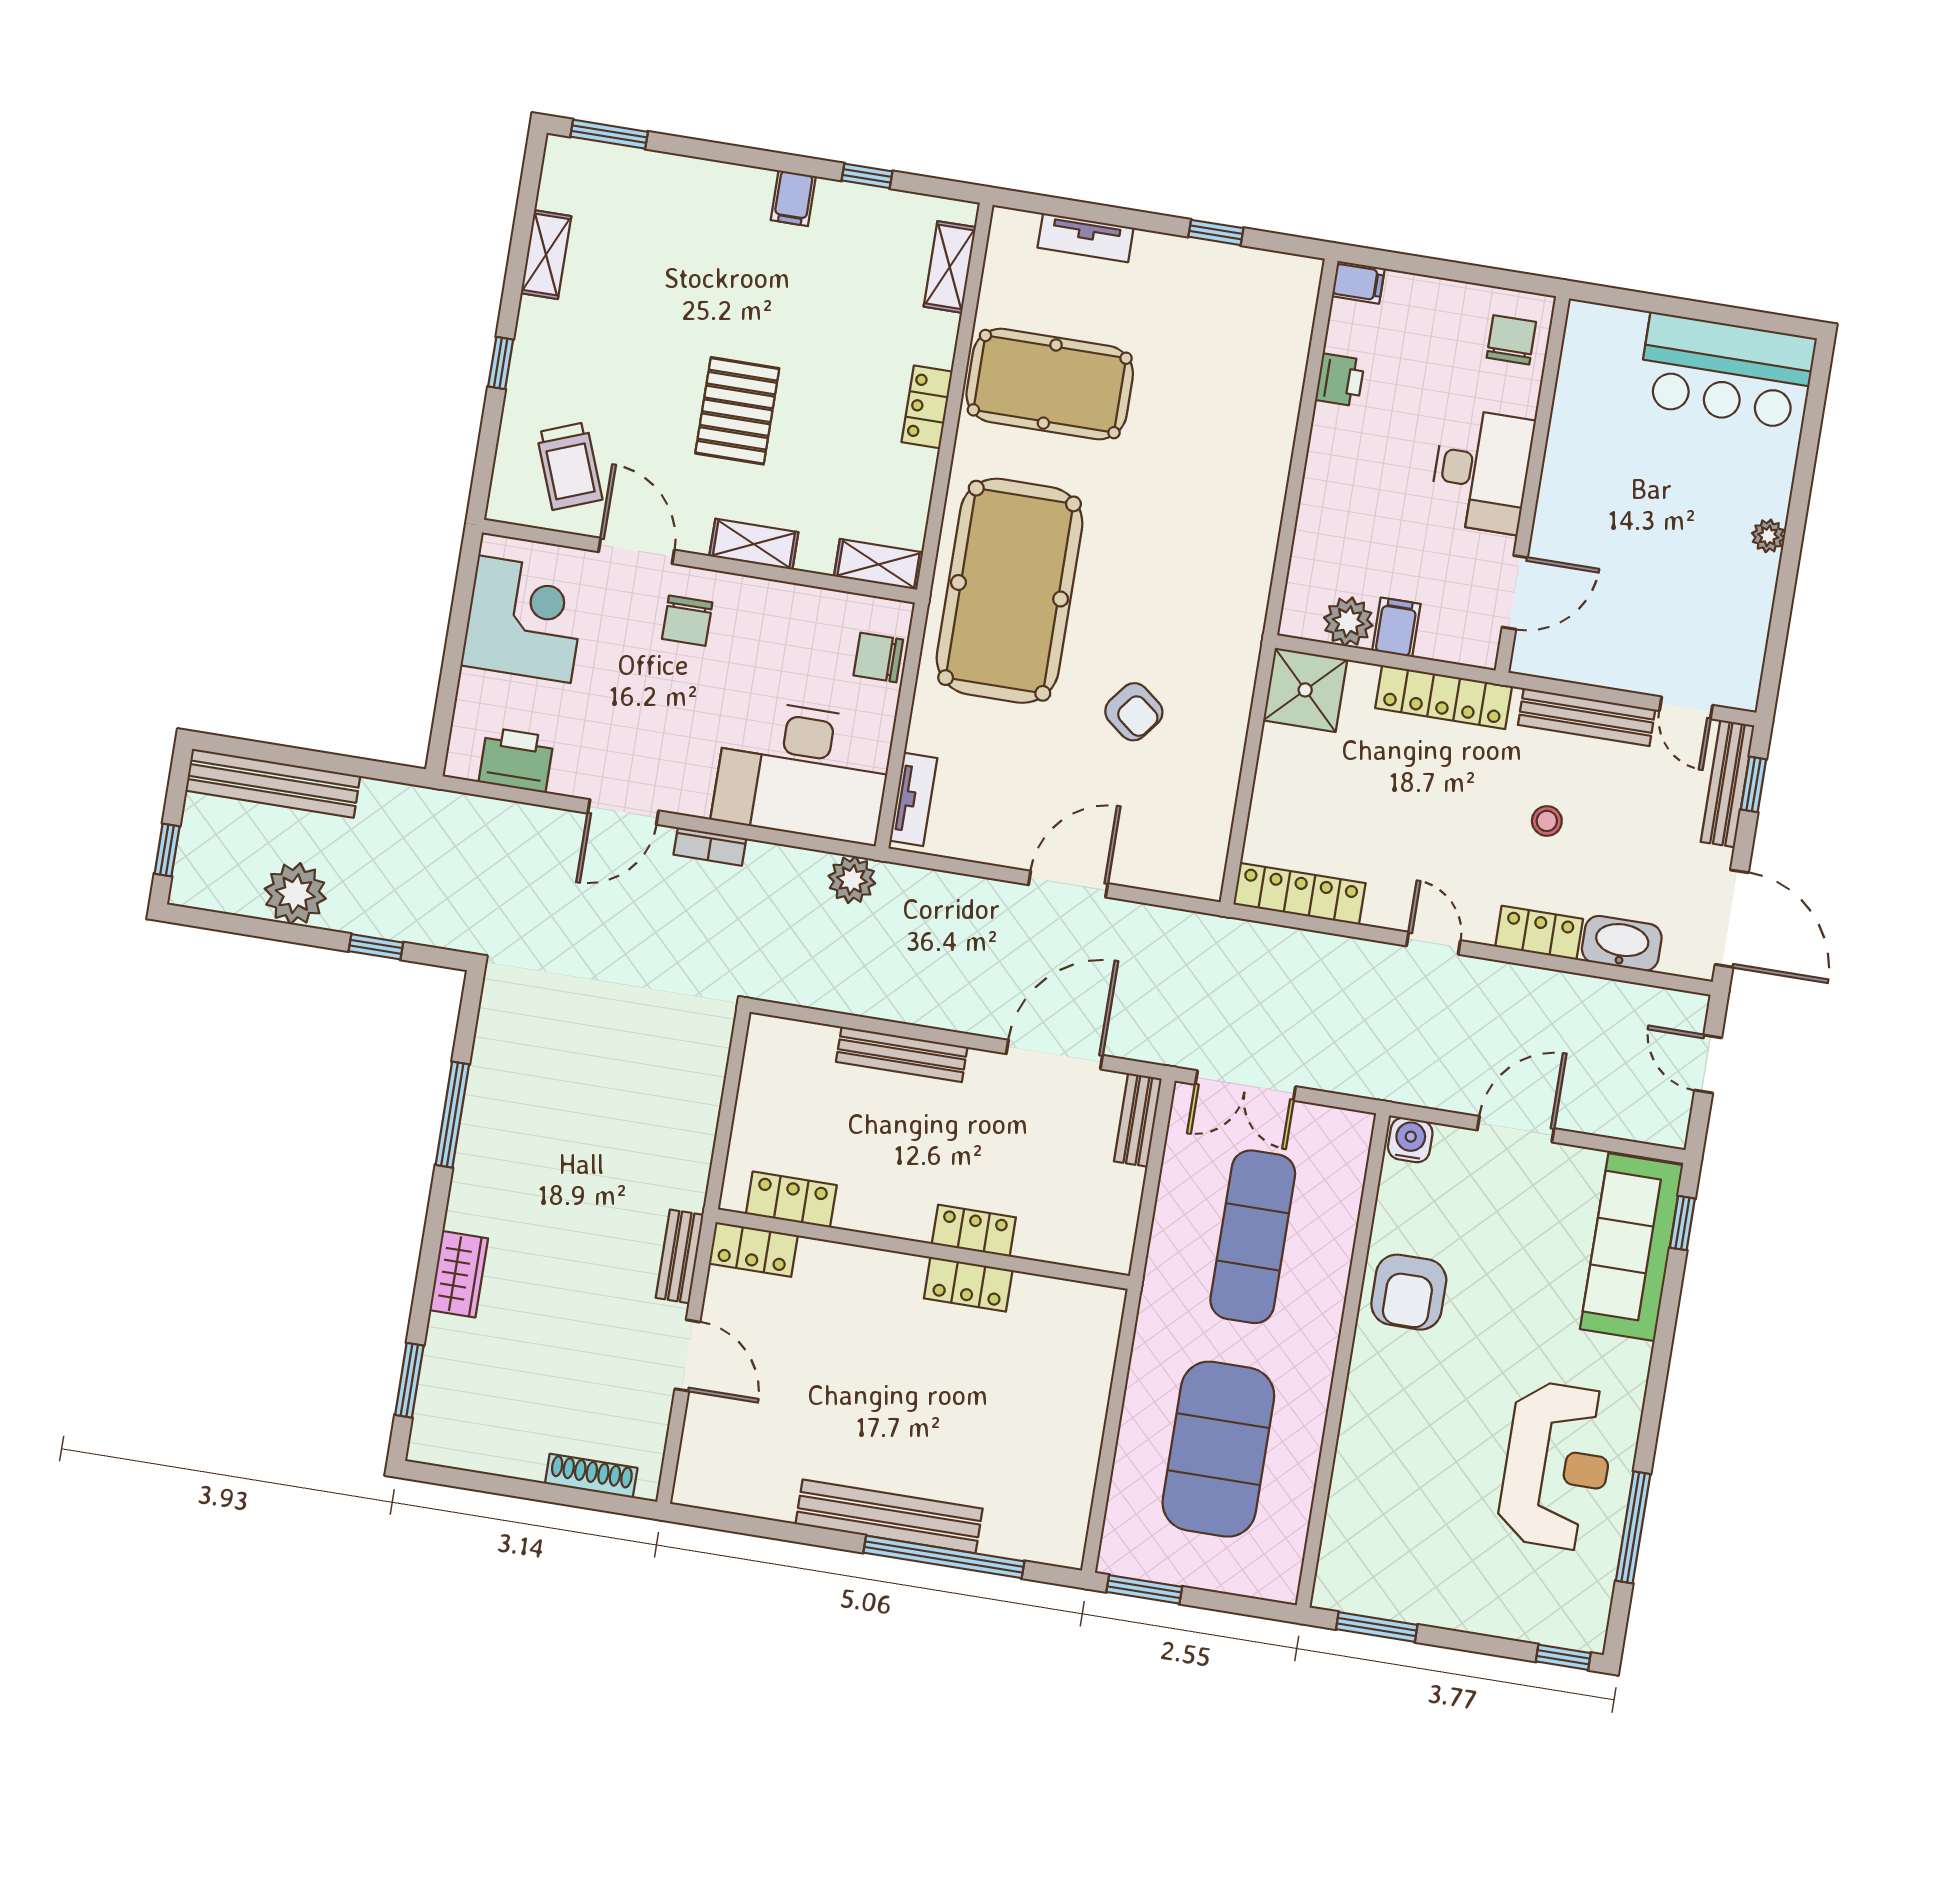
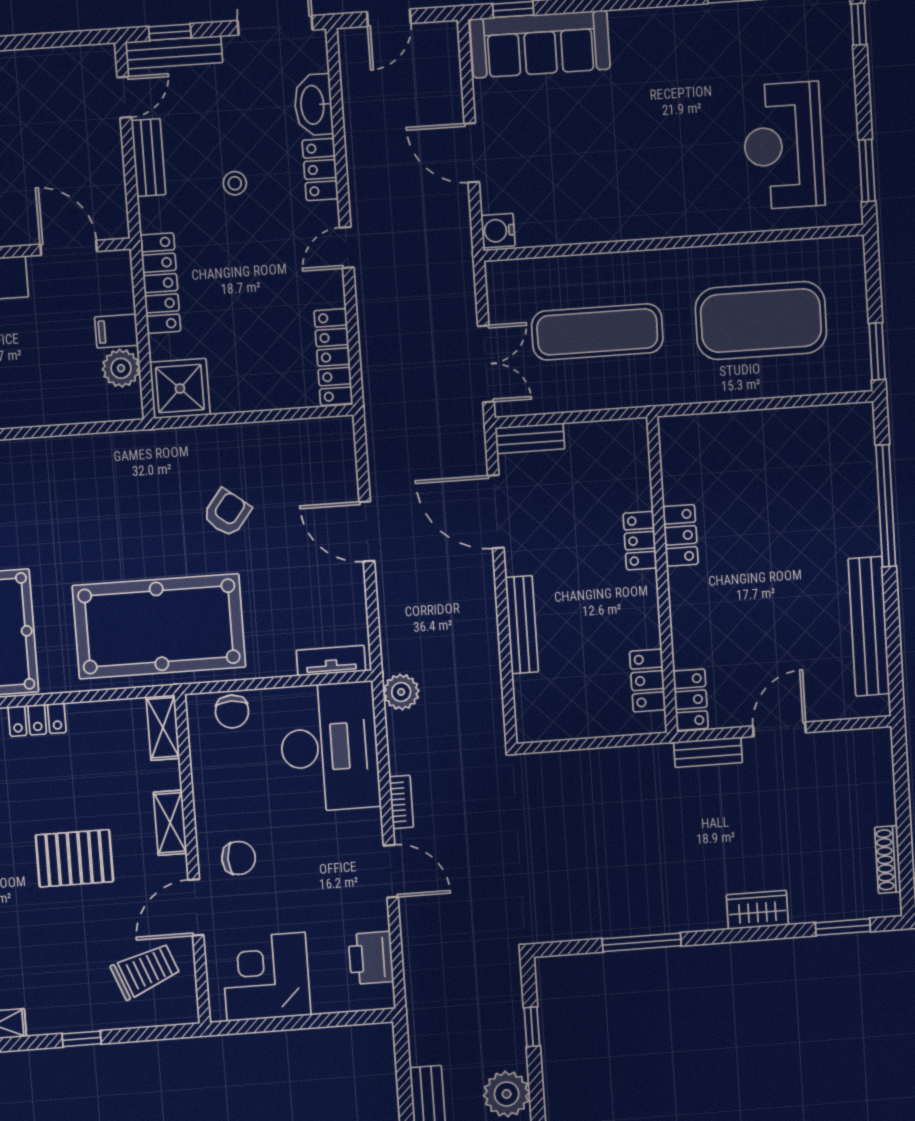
bench: (1587, 717) -> (148, 157), width x0.73
armchair: (1409, 1292) -> (612, 205), removed
reception desk: (1557, 1466) -> (783, 146), moved, turned -90
shoe rack: (591, 1476) -> (888, 860), moved
bench: (889, 1516) -> (869, 626), moved

